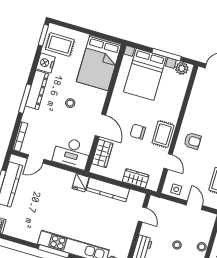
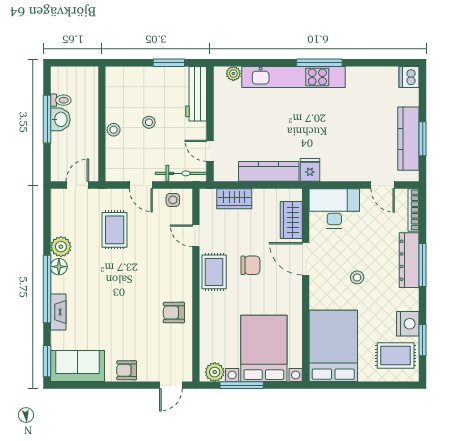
window: (43, 35) -> (423, 340), moved
dresser: (37, 90) -> (409, 260), moved
armchair: (192, 141) -> (174, 313), moved
door: (36, 159) -> (383, 185), swing flipped
bicycle: (166, 205) -> (181, 173), added

